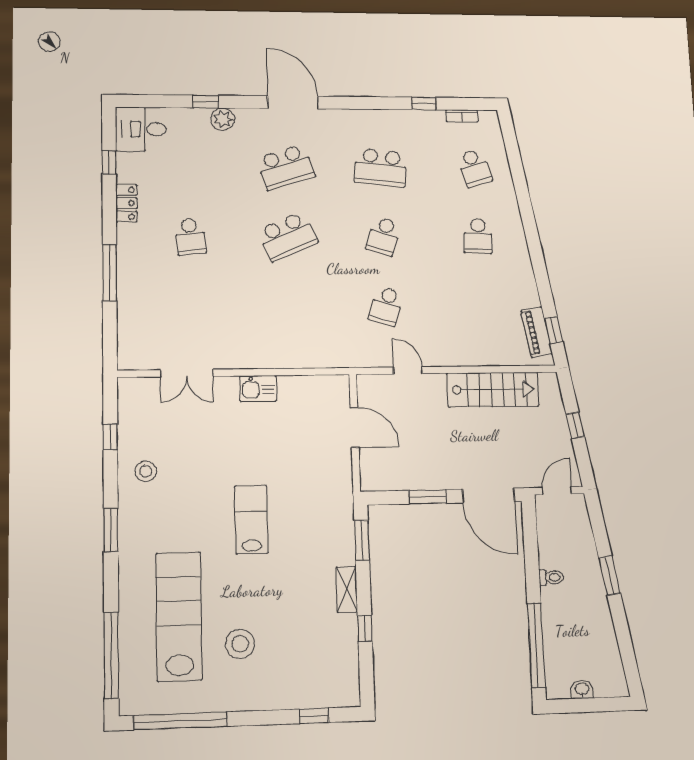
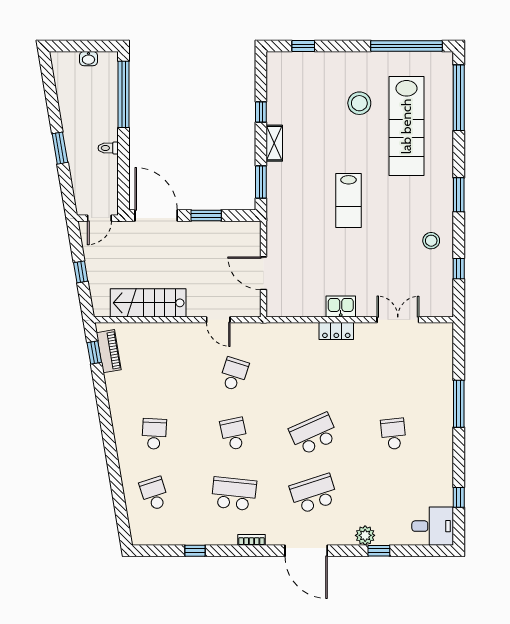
bookcase: (462, 116) -> (252, 540), moved
locker: (127, 203) -> (336, 331), moved, turned -90
school desk: (383, 236) -> (234, 434), turned -30

